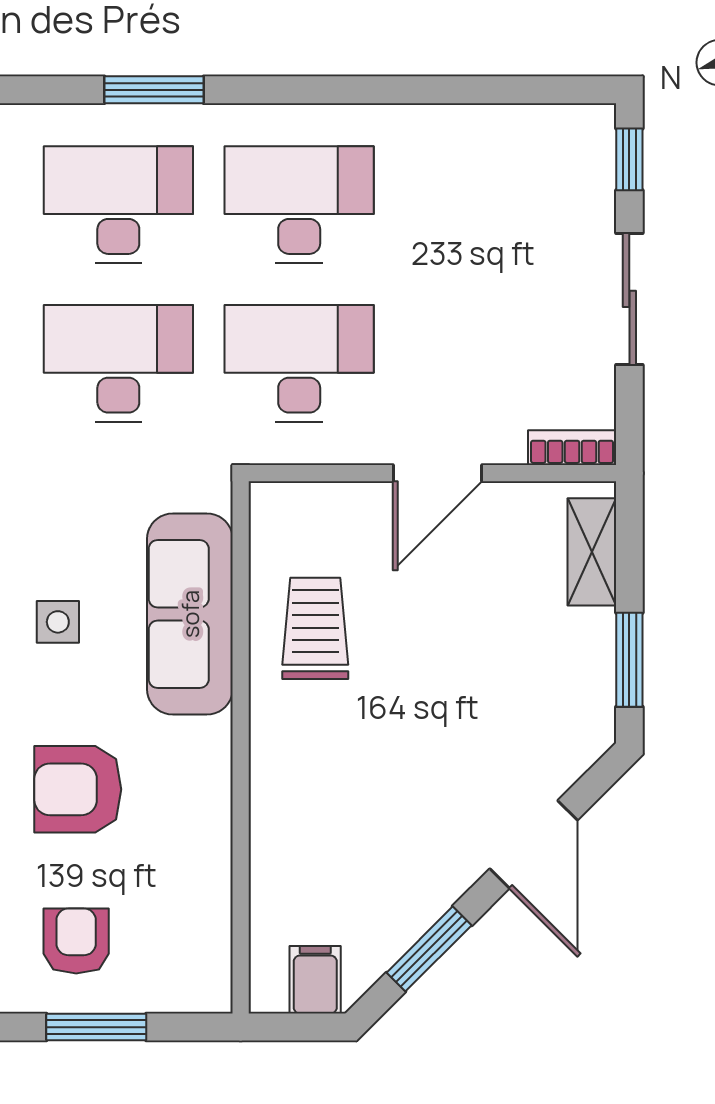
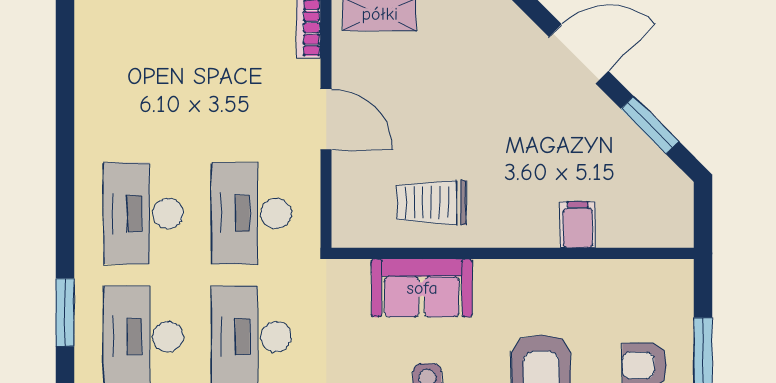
sofa: (190, 614) -> (422, 288), width x0.73
filing cabinet: (315, 980) -> (578, 225), moved, turned 90

